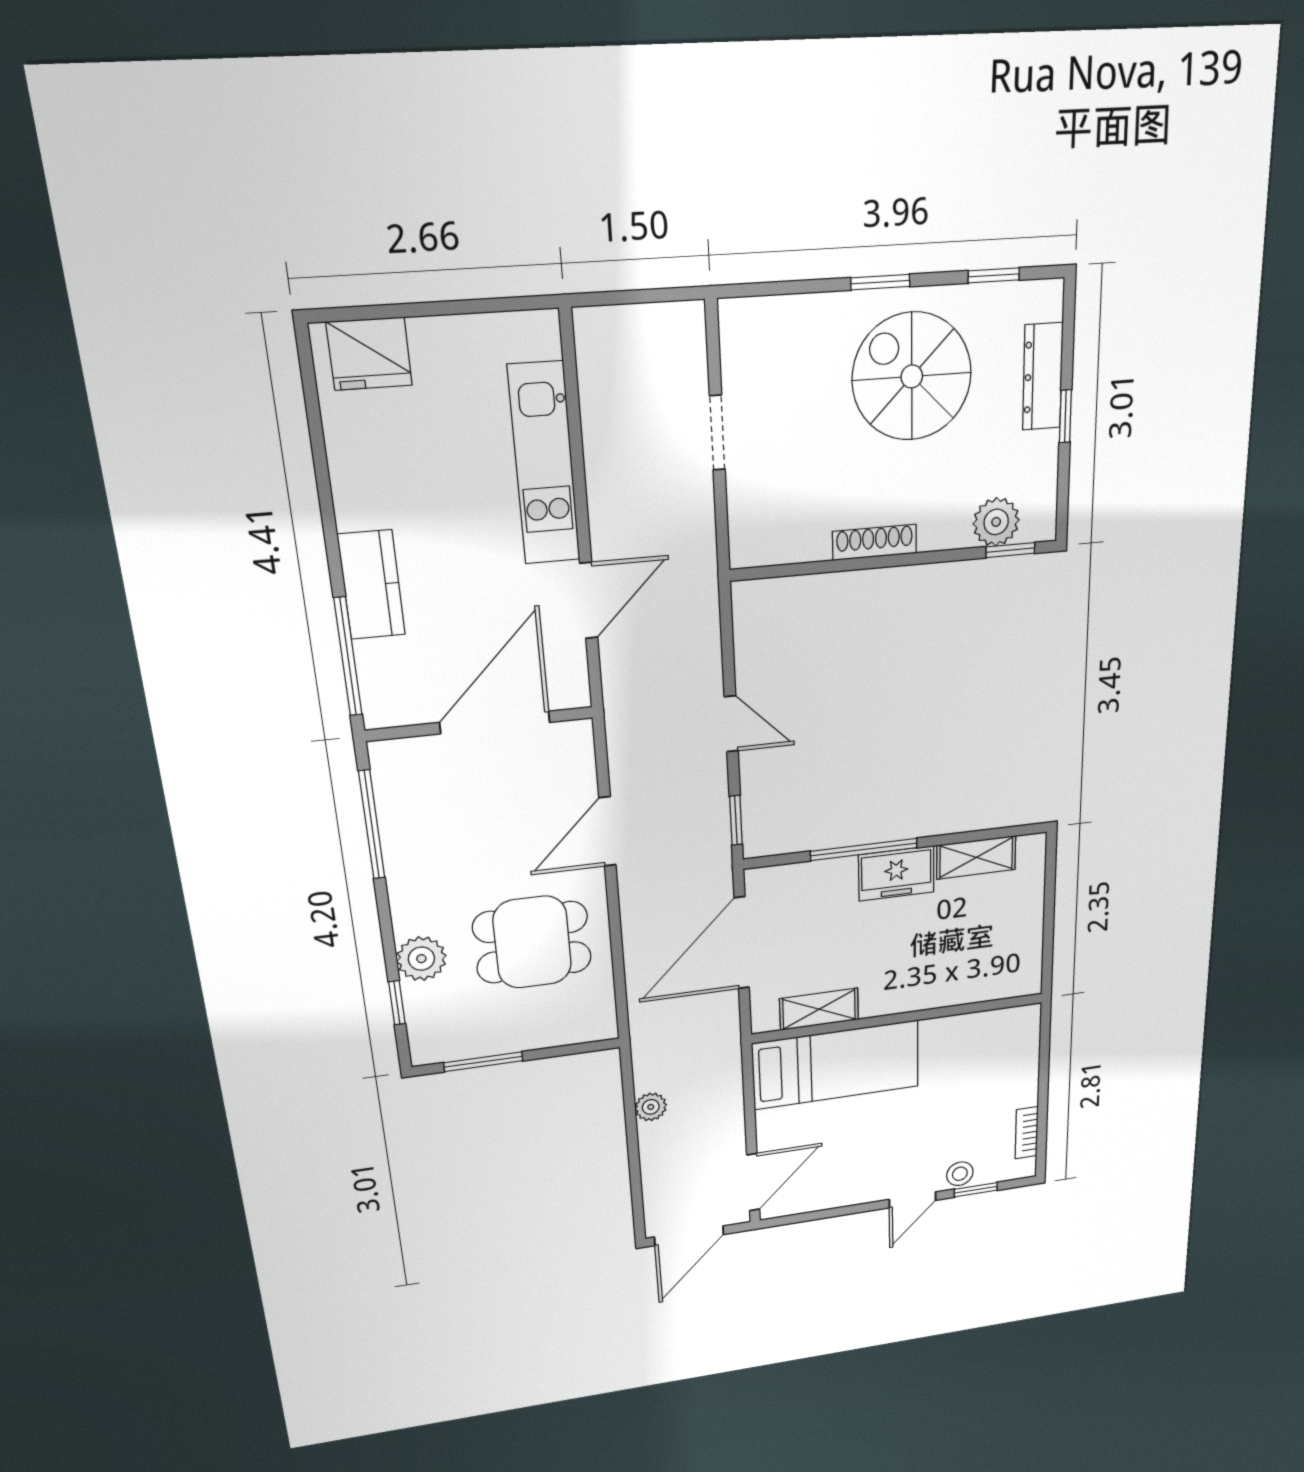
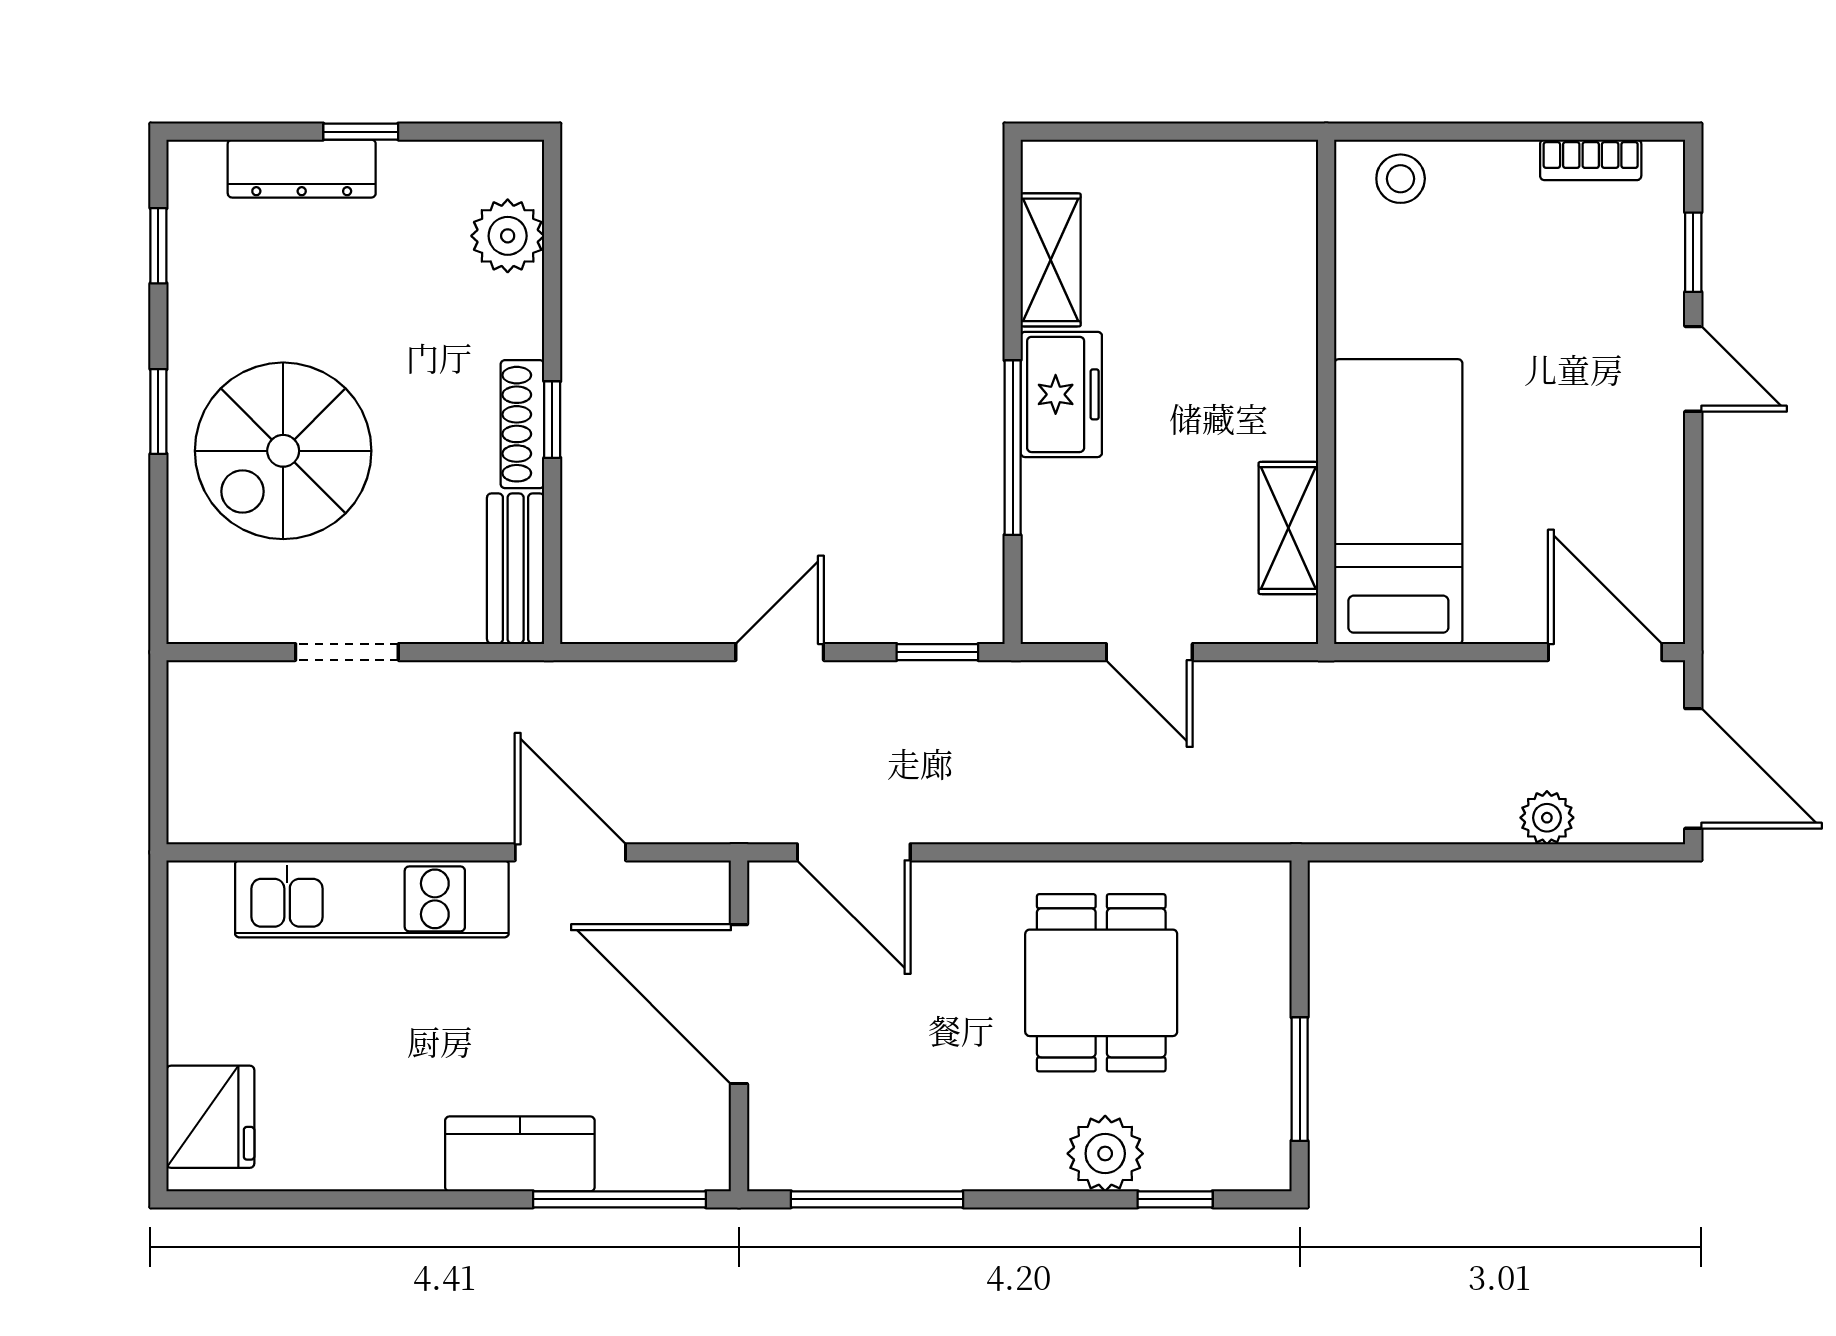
spiral stairs: (912, 376) -> (283, 451), moved
bench: (779, 546) -> (516, 568), added
window: (1010, 550) -> (552, 420), moved
door: (607, 831) -> (854, 852), moved
door: (742, 943) -> (1149, 652), width x0.53
plant: (651, 1107) -> (1547, 818), moved
stool: (960, 1174) -> (1401, 179), moved

